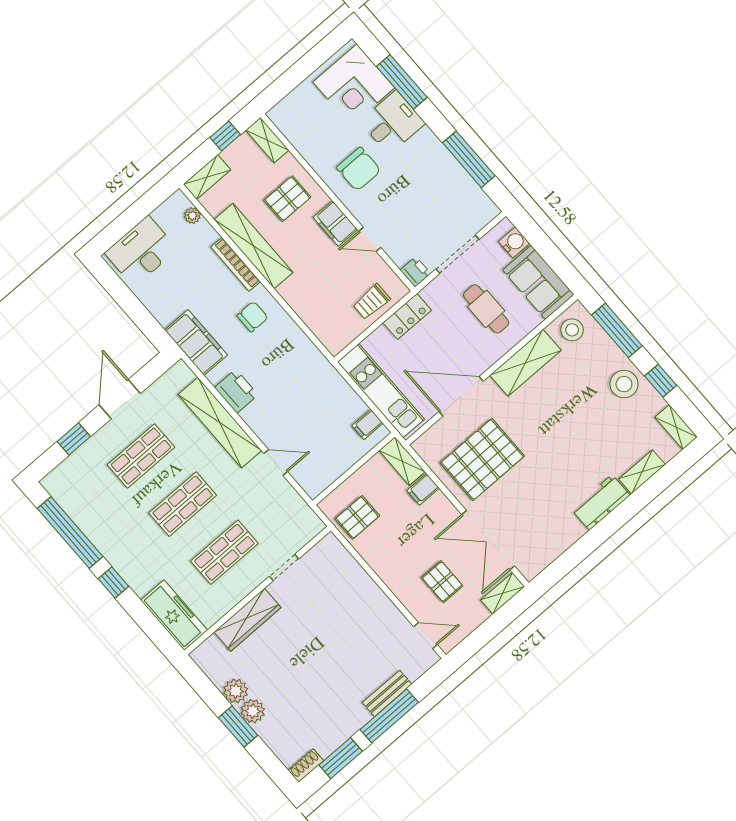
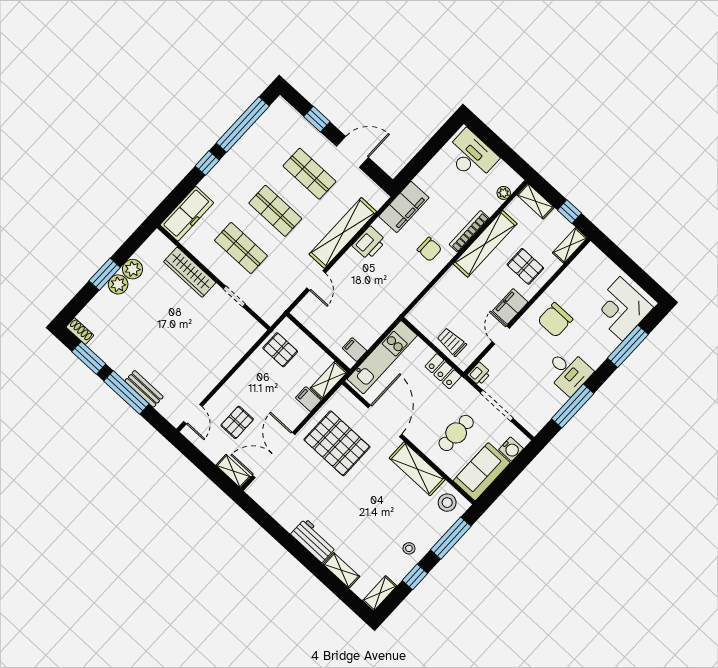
desk: (393, 122) -> (568, 372), moved
stool: (624, 384) -> (409, 548), width x0.53, depth x0.53

